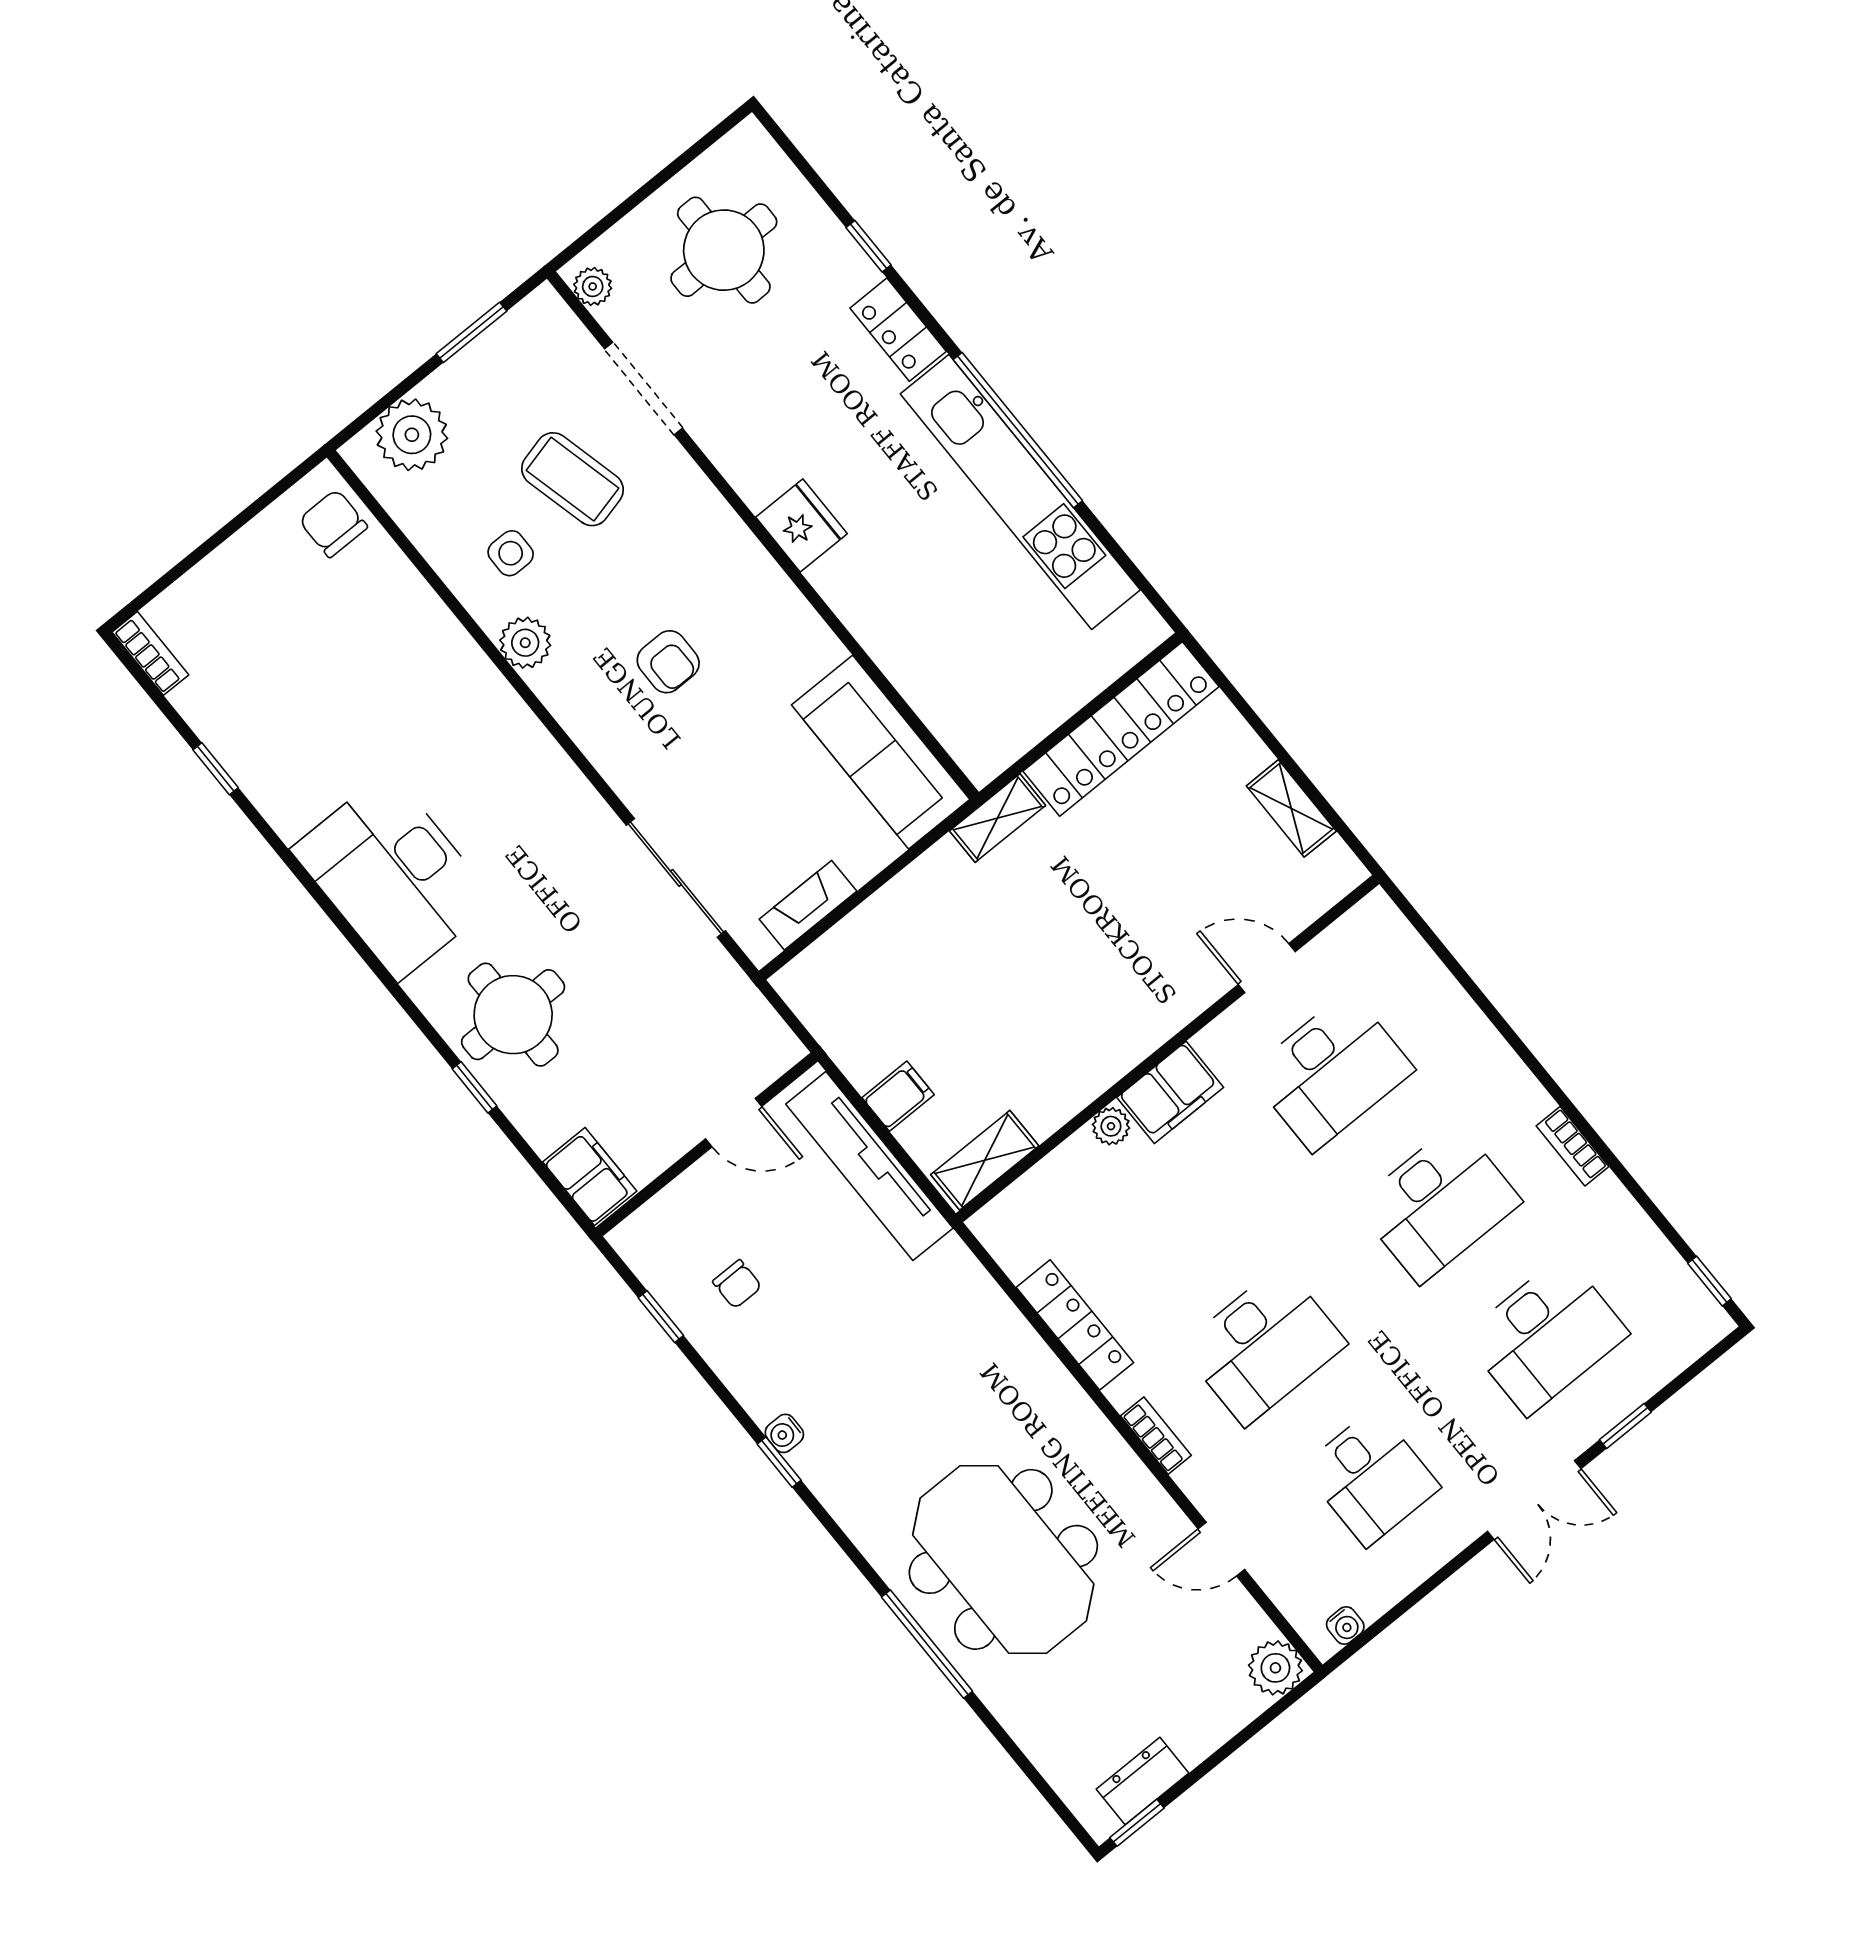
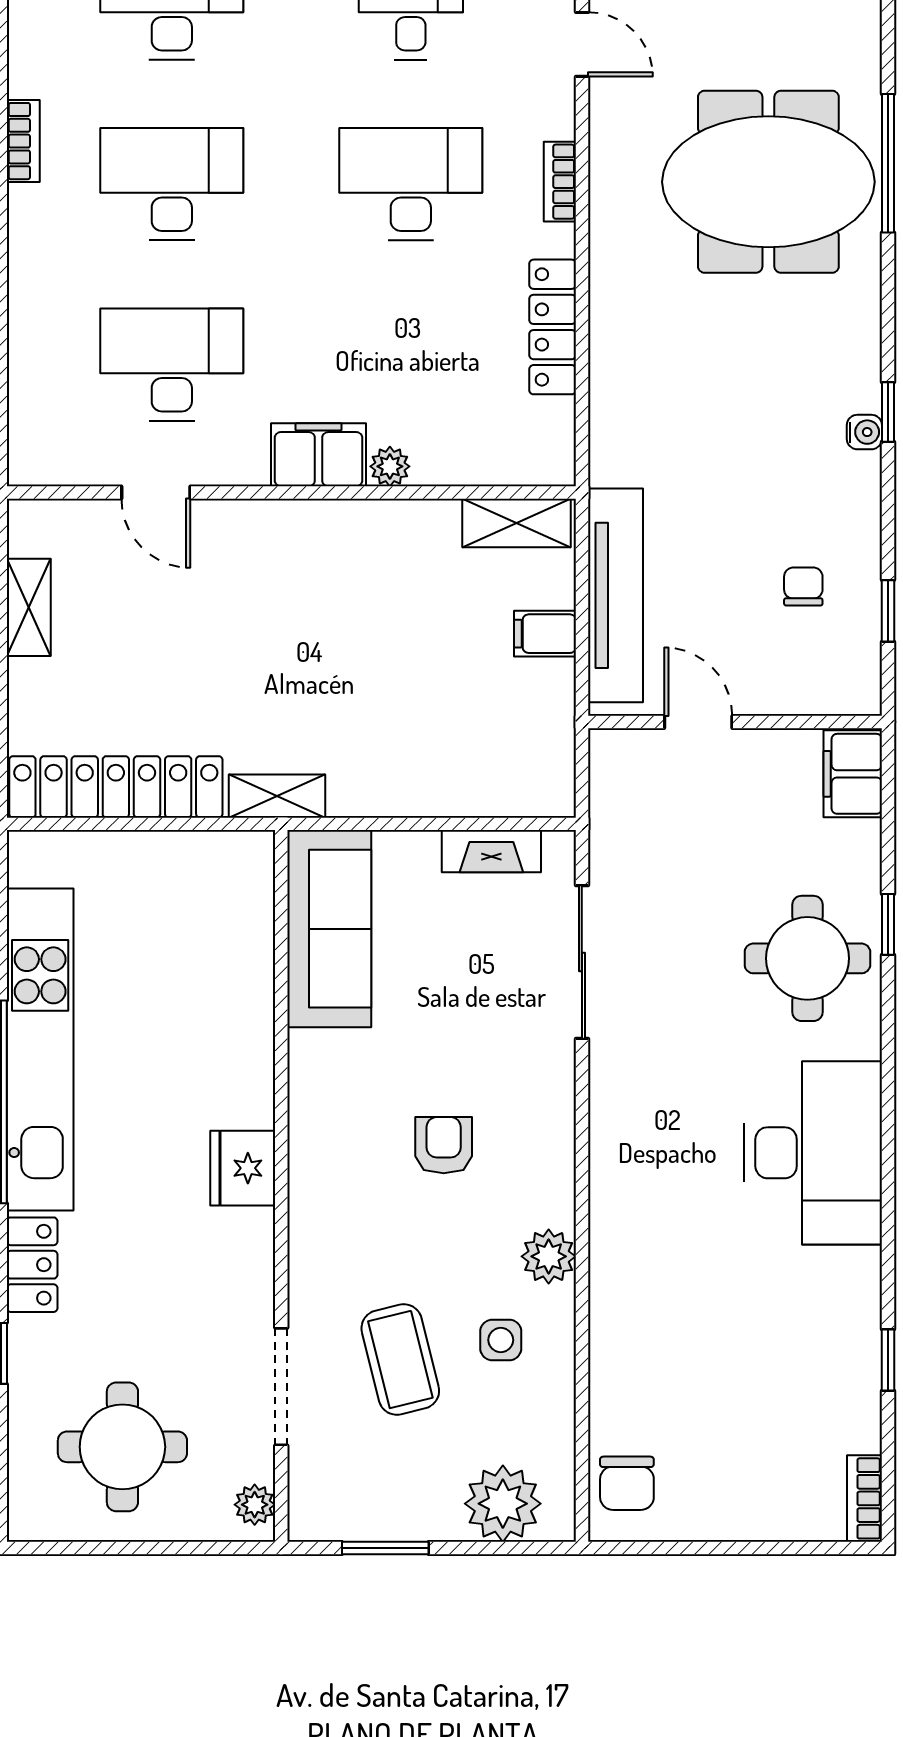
meeting table: (1003, 1559) -> (768, 182), turned 90

